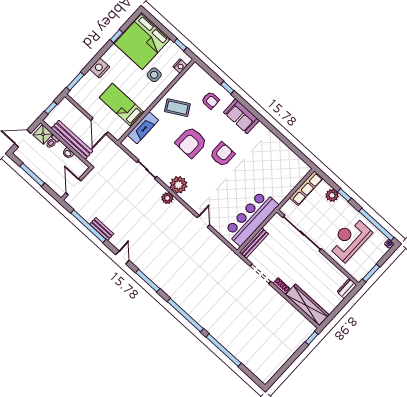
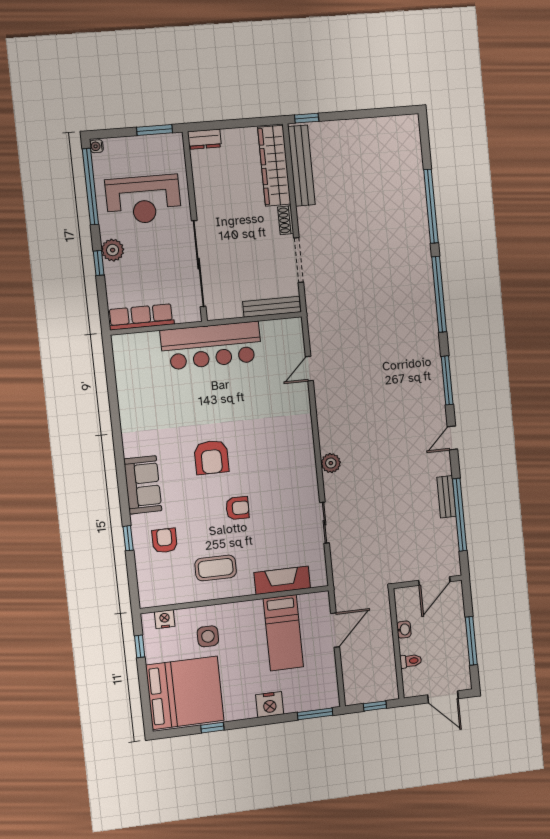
coffee table: (177, 108) -> (216, 568), turned -60
shower: (43, 134) -> (414, 680), removed
bench: (72, 140) -> (301, 166), moved
armchair: (191, 142) -> (237, 508), width x0.53, depth x0.53
armchair: (222, 154) -> (211, 457), turned -90
plant: (178, 185) -> (302, 468), removed
plant: (332, 195) -> (113, 250), moved
bar counter: (251, 218) -> (211, 346), moved
door: (203, 221) -> (309, 369), moved

